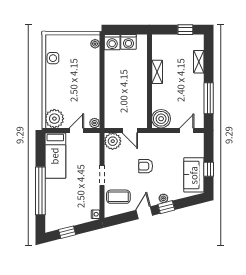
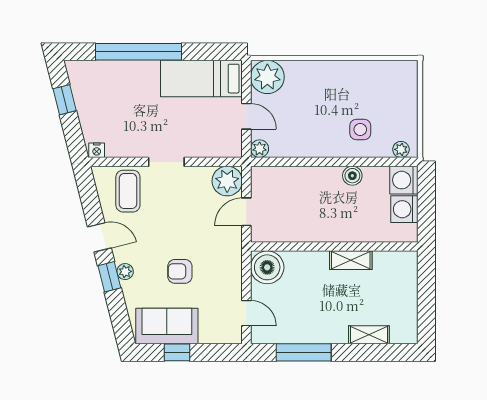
window: (185, 30) -> (426, 311), removed
side table: (53, 58) -> (360, 130), moved
boiler: (110, 71) -> (352, 176), added
armchair: (146, 166) -> (180, 271), moved, turned -90

